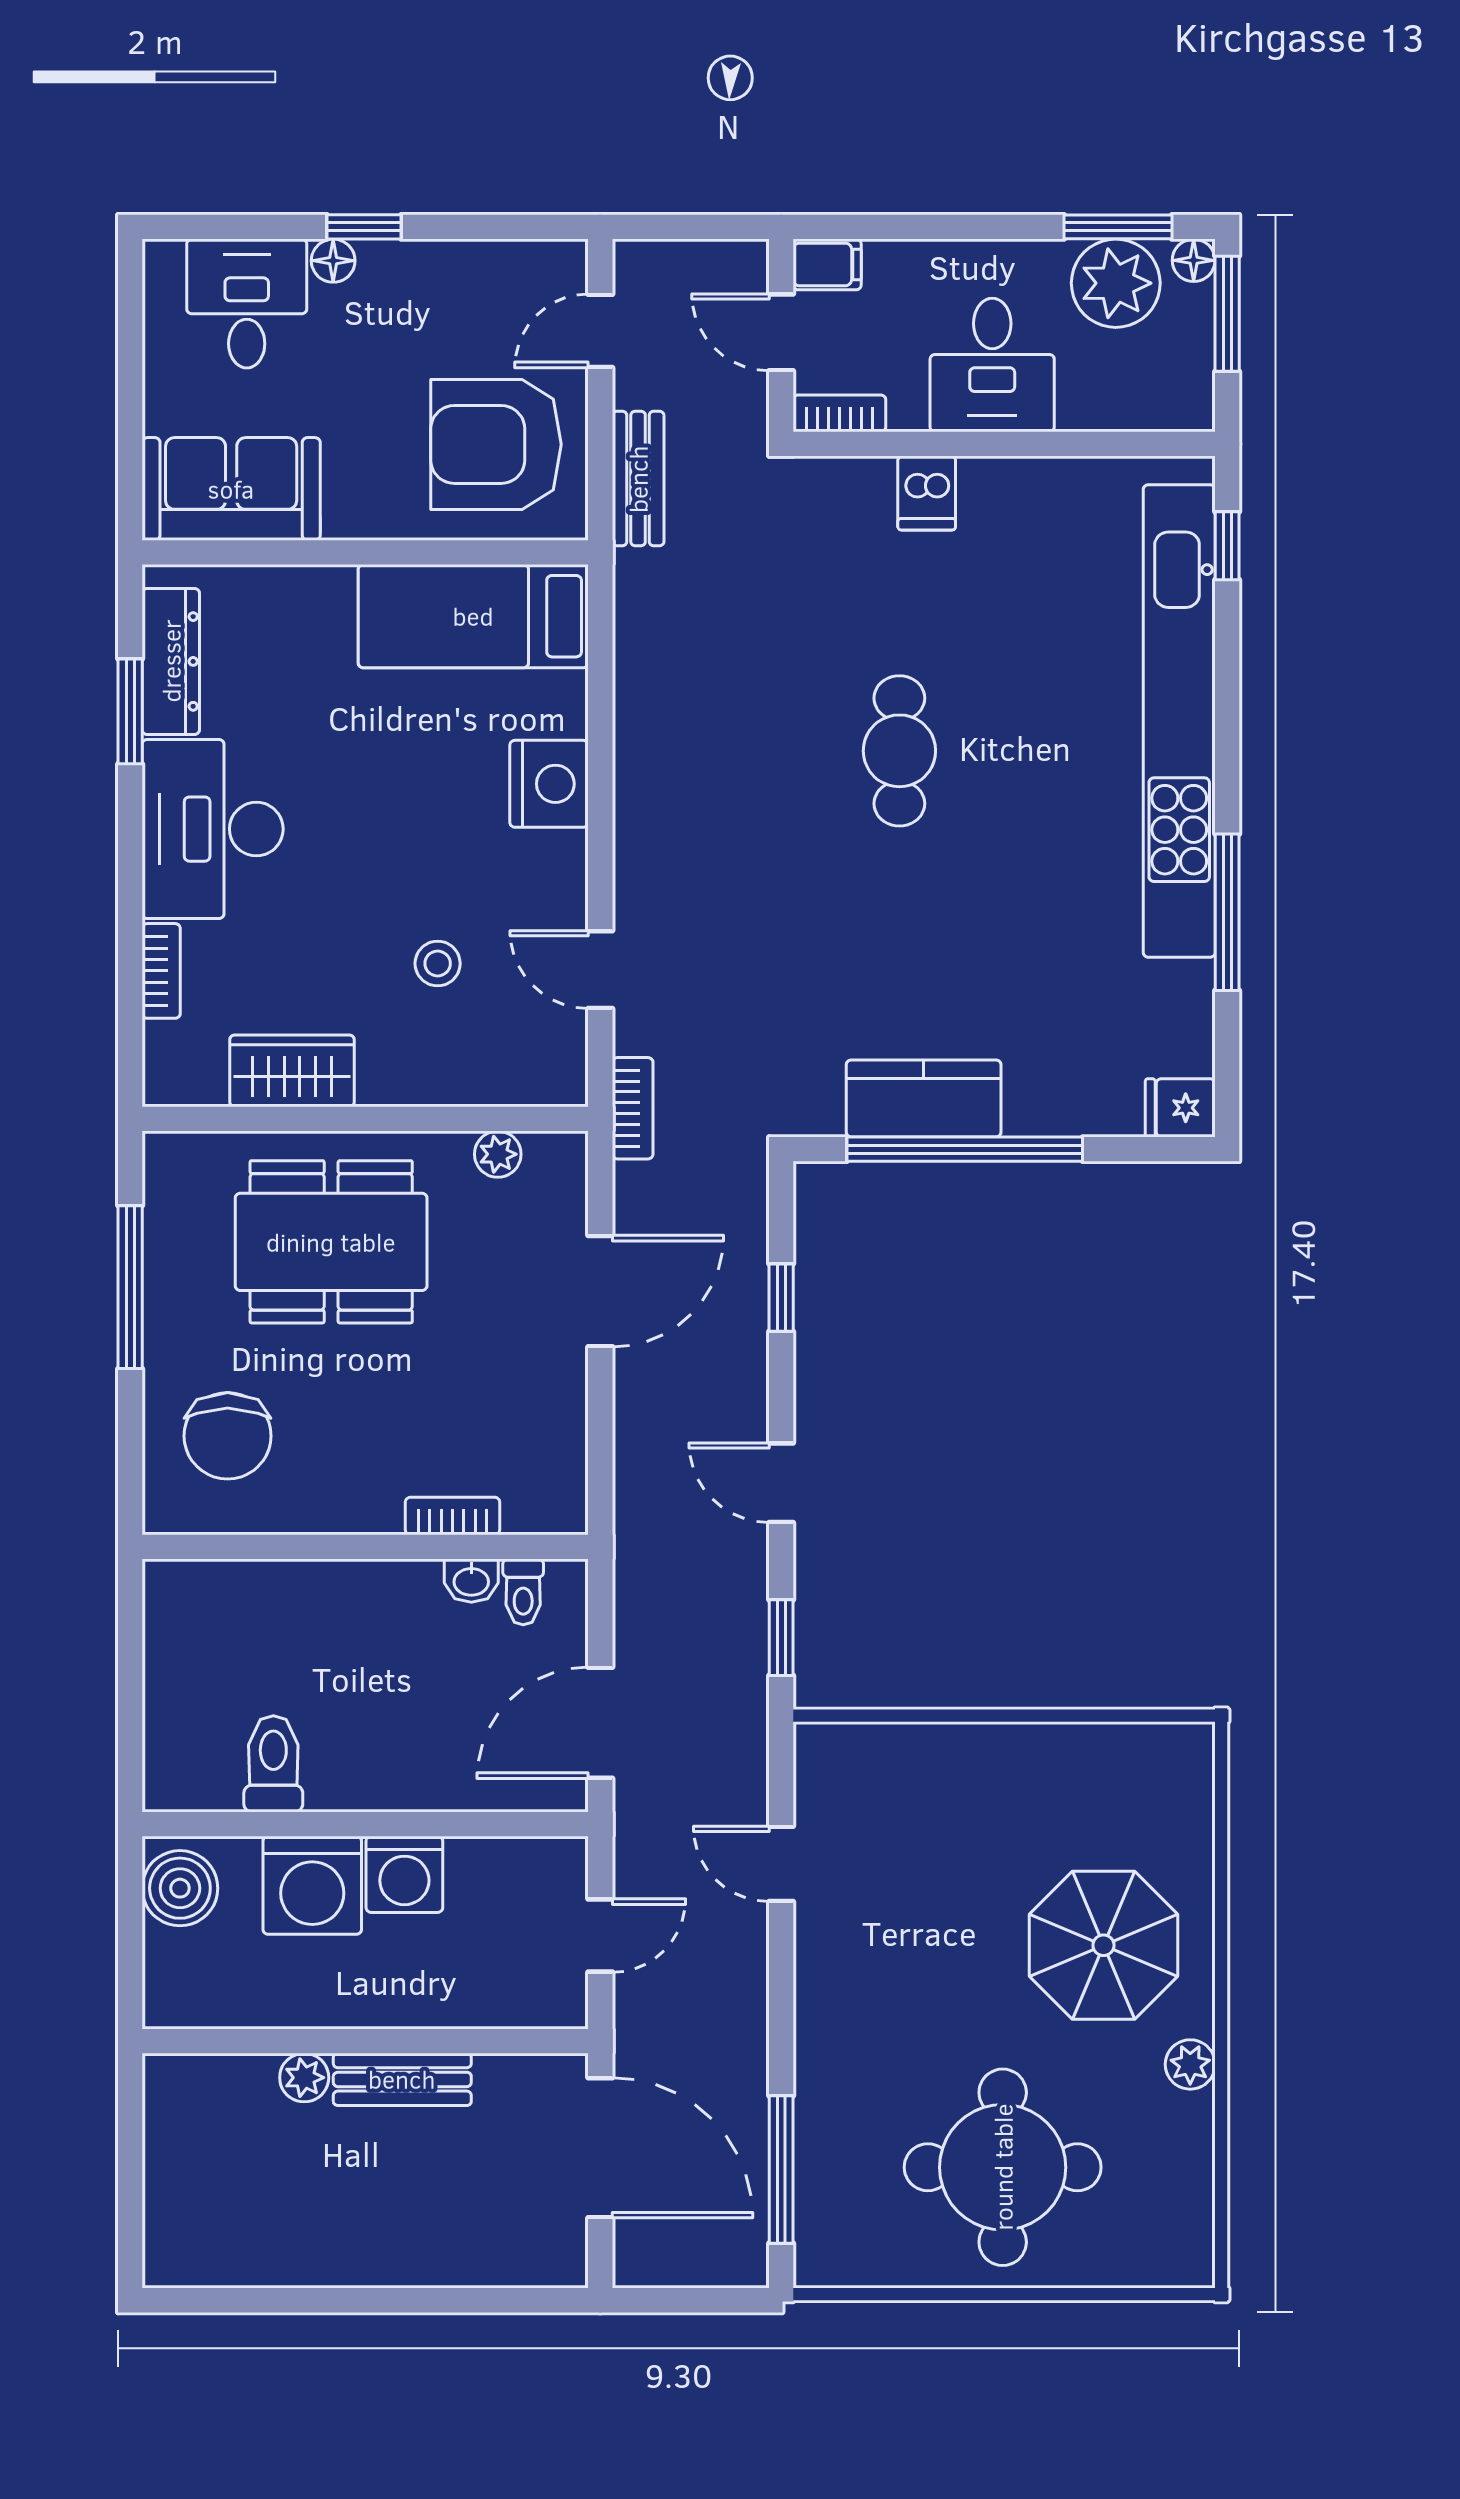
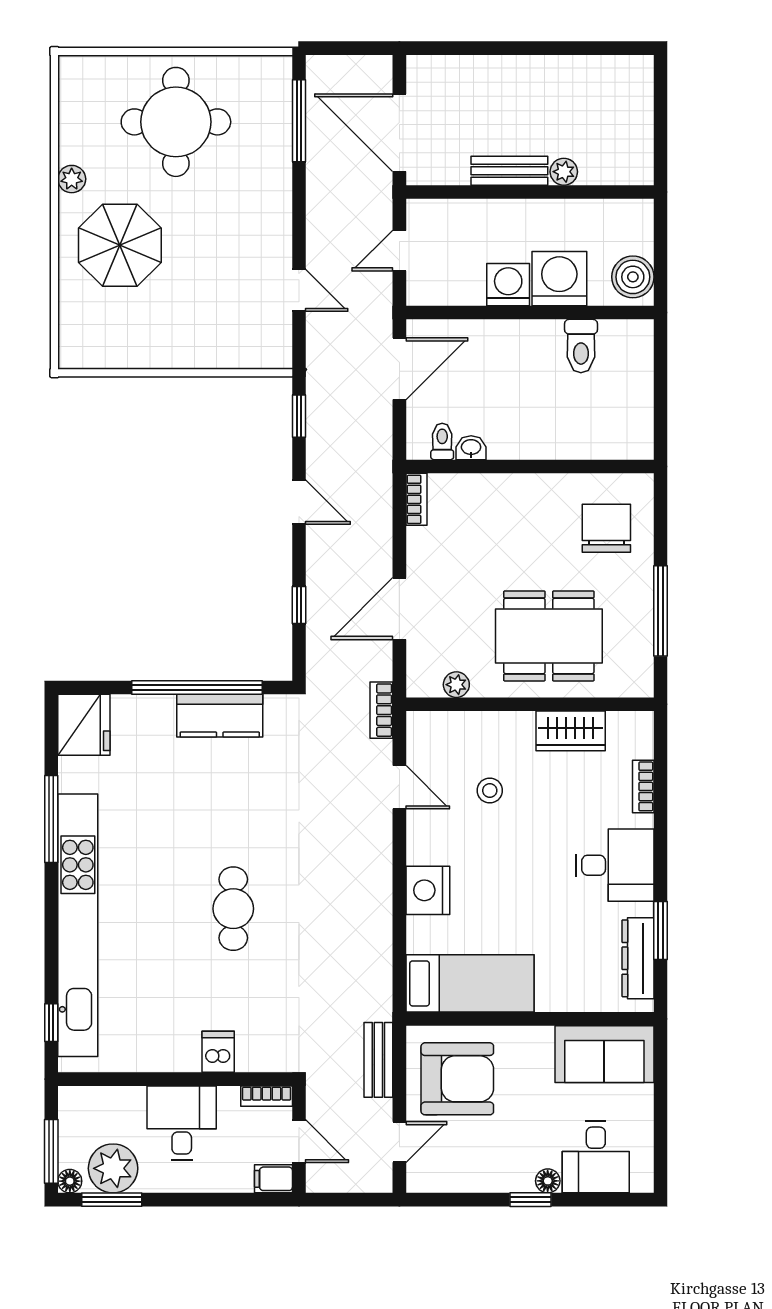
desk: (213, 829) -> (615, 865), width x0.73
fridge: (1180, 1108) -> (84, 725), width x1.88, depth x1.34
bookcase: (453, 1516) -> (417, 499), moved, turned -90

